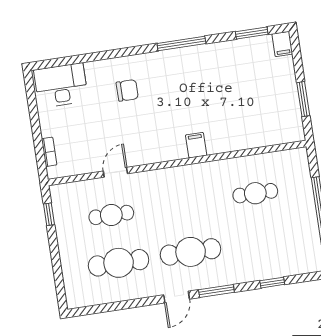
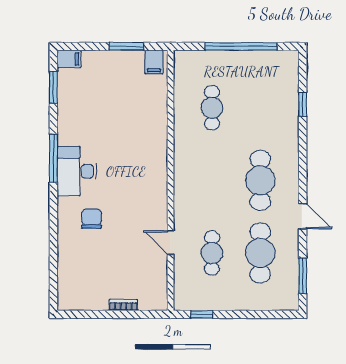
desk: (61, 85) -> (77, 171), moved
filing cabinet: (196, 145) -> (154, 62), moved, turned -90
bookcase: (49, 152) -> (123, 305), moved
window: (216, 291) -> (303, 276), moved
door: (177, 297) -> (303, 216), moved

